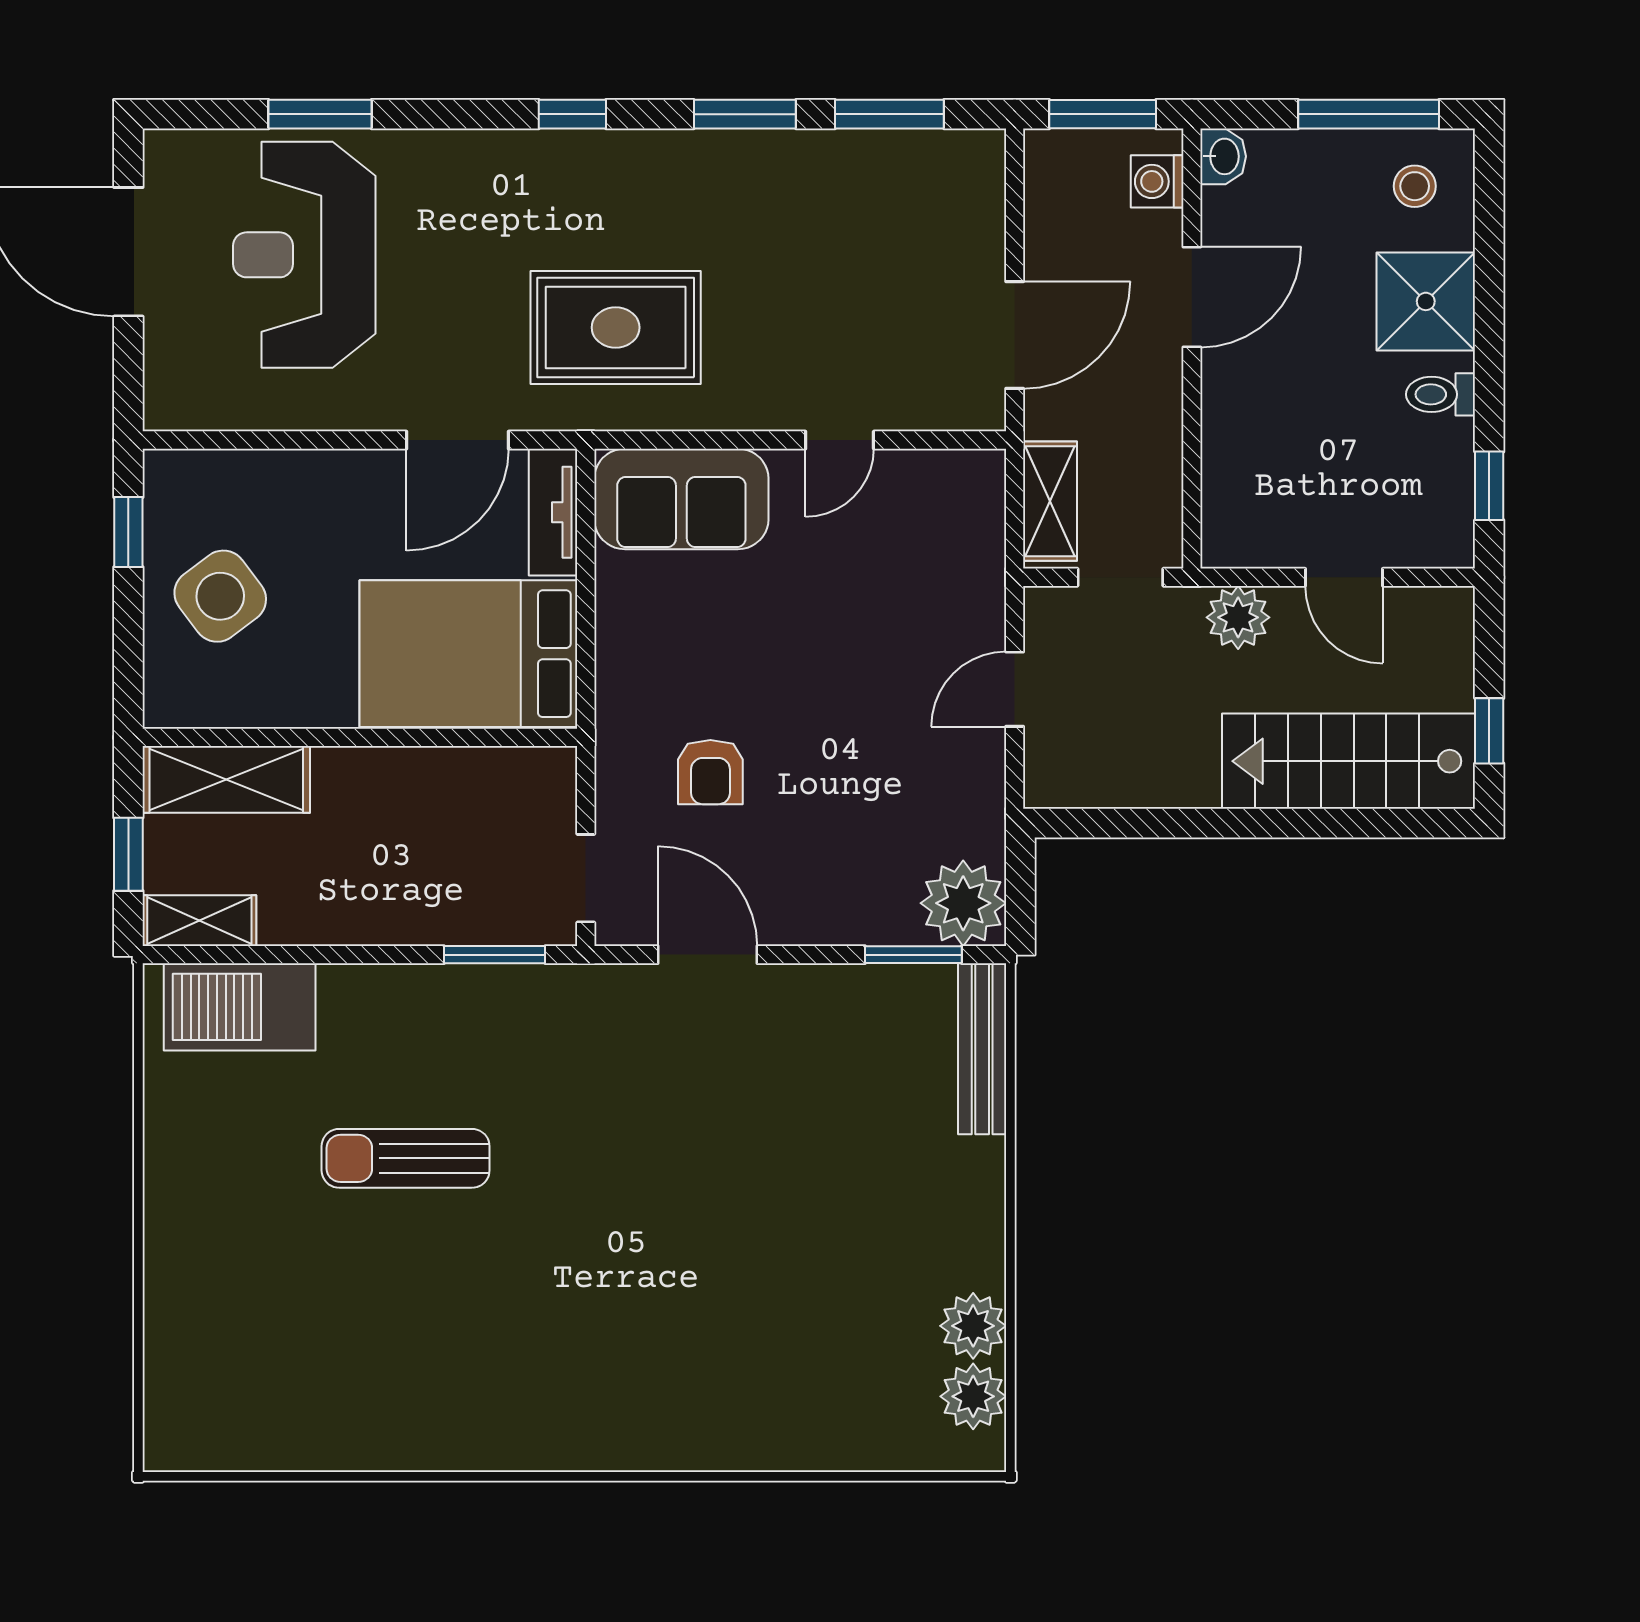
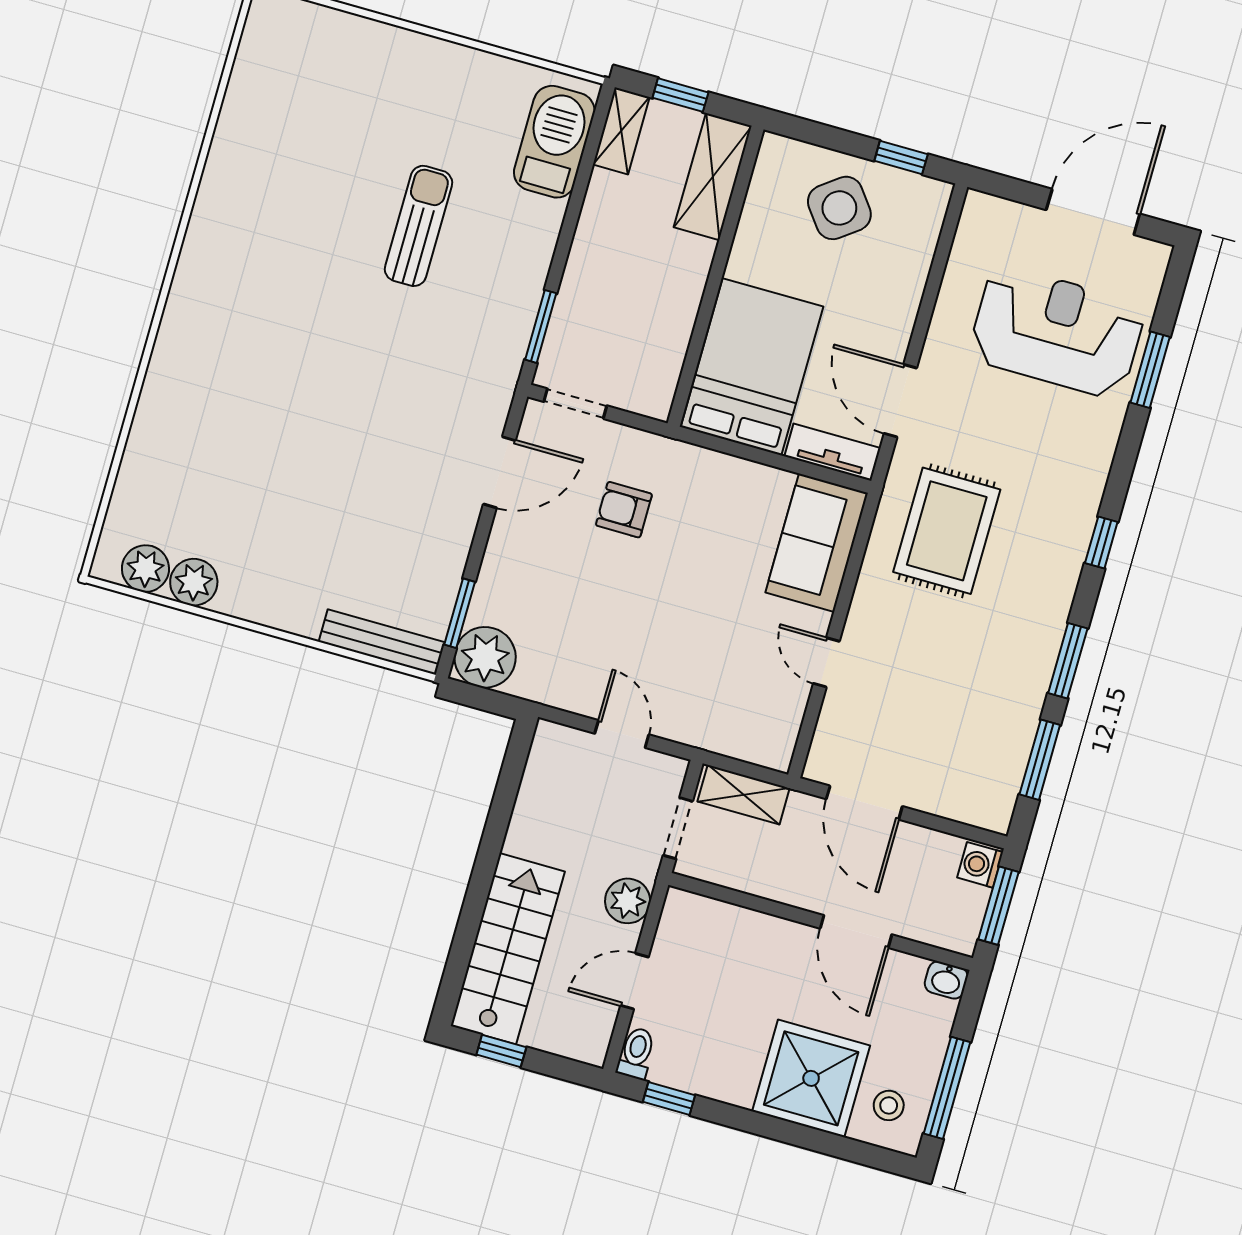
washing machine: (1157, 181) -> (980, 865), moved, turned -90
shower: (1426, 301) -> (811, 1078), width x1.37, depth x1.37
toilet: (1440, 394) -> (636, 1053), moved

